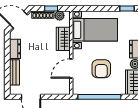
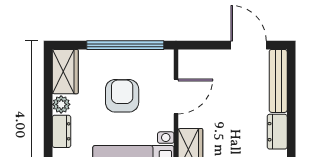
bench: (14, 72) -> (278, 81), width x1.36

